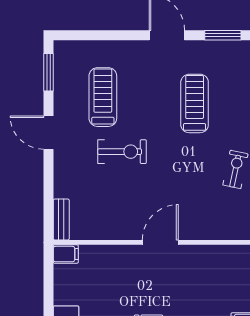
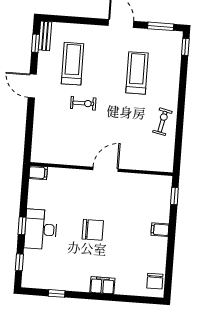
window: (48, 72) -> (35, 43), width x0.67
exercise bike: (122, 152) -> (83, 103), width x0.73, depth x0.72
bench: (61, 220) -> (45, 36), moved

